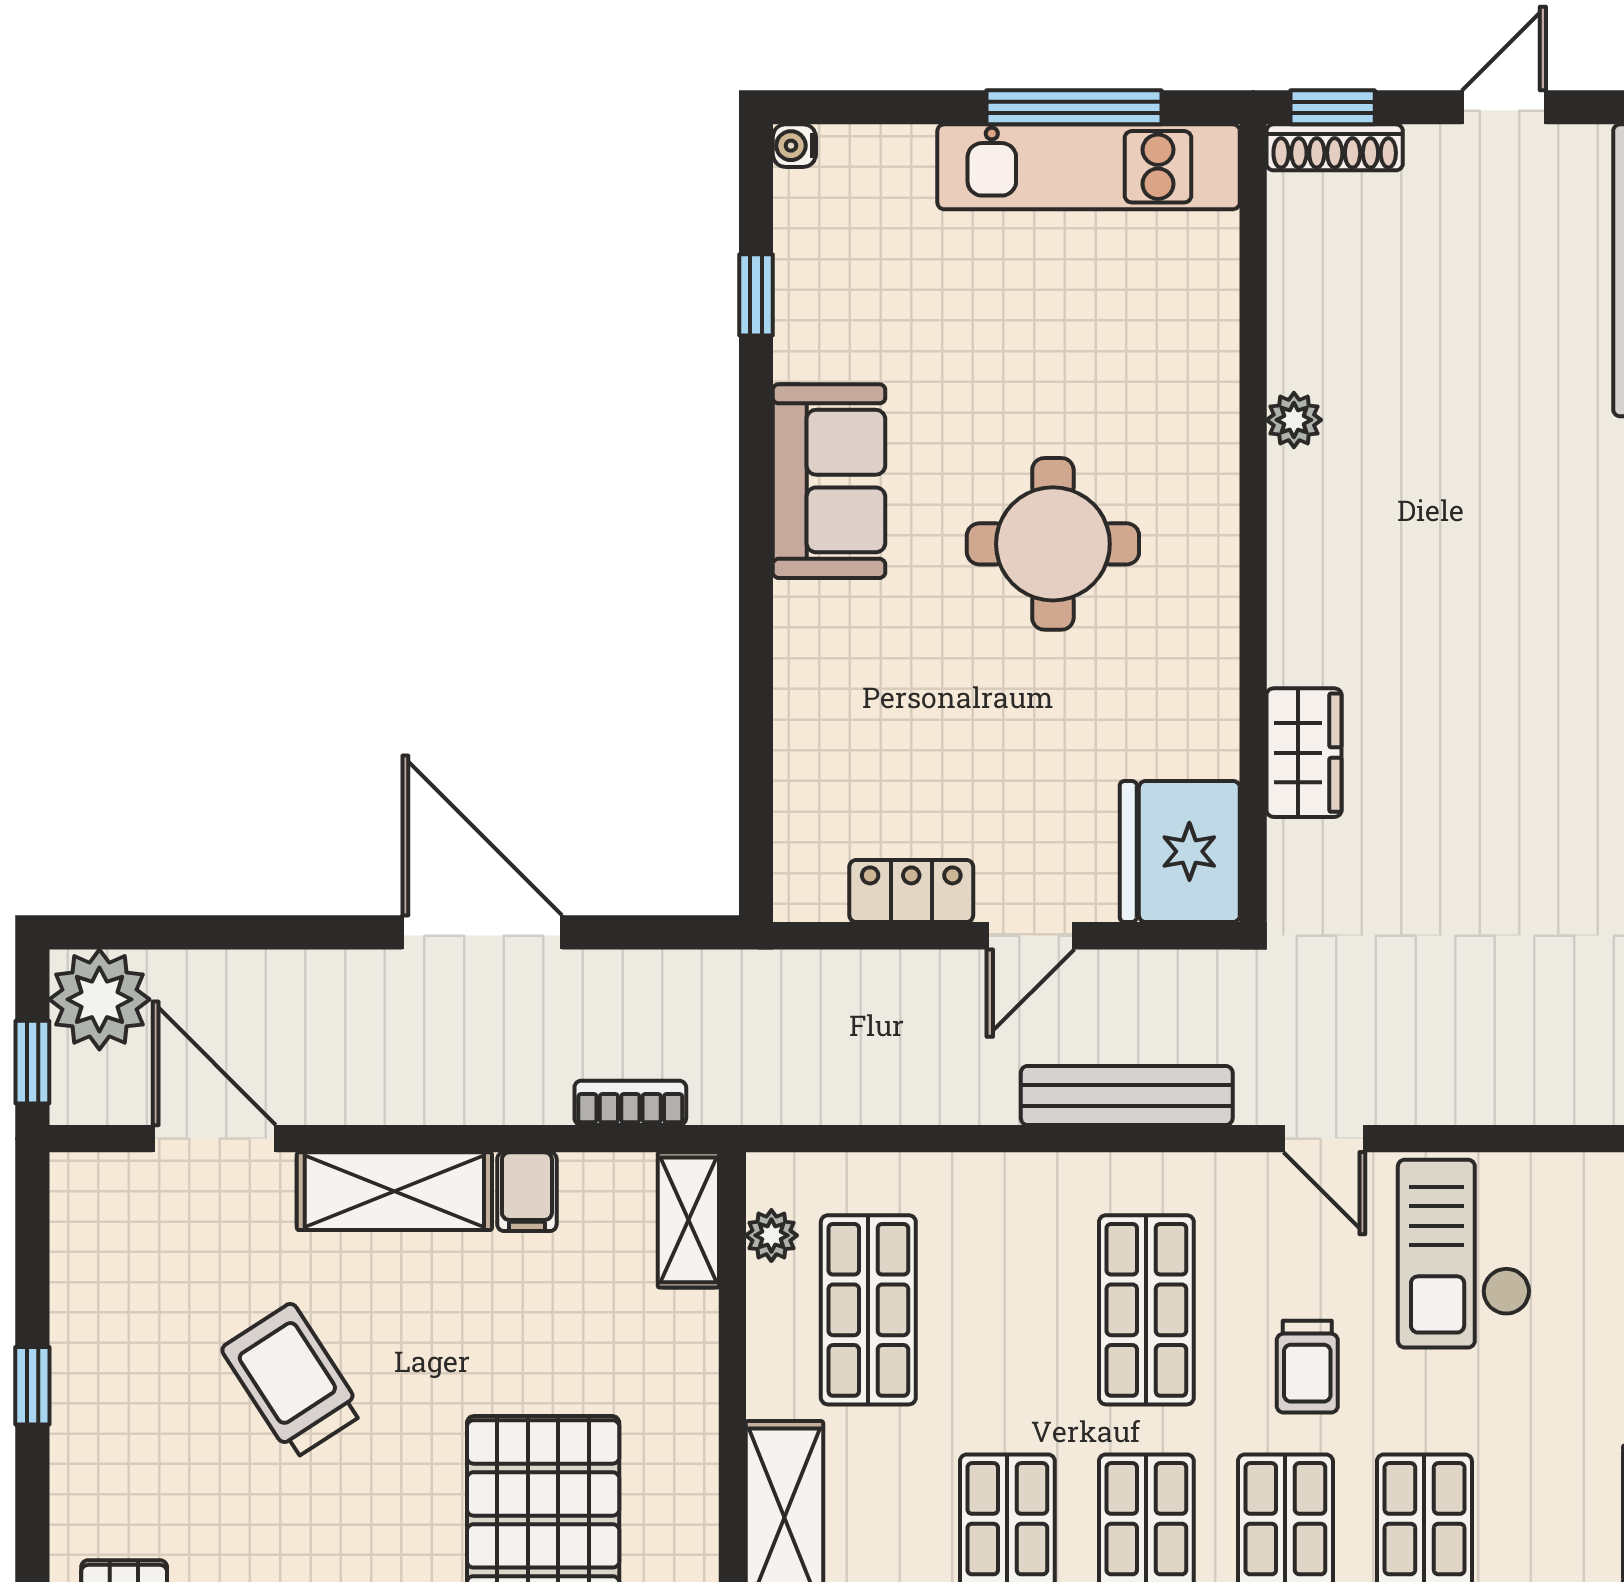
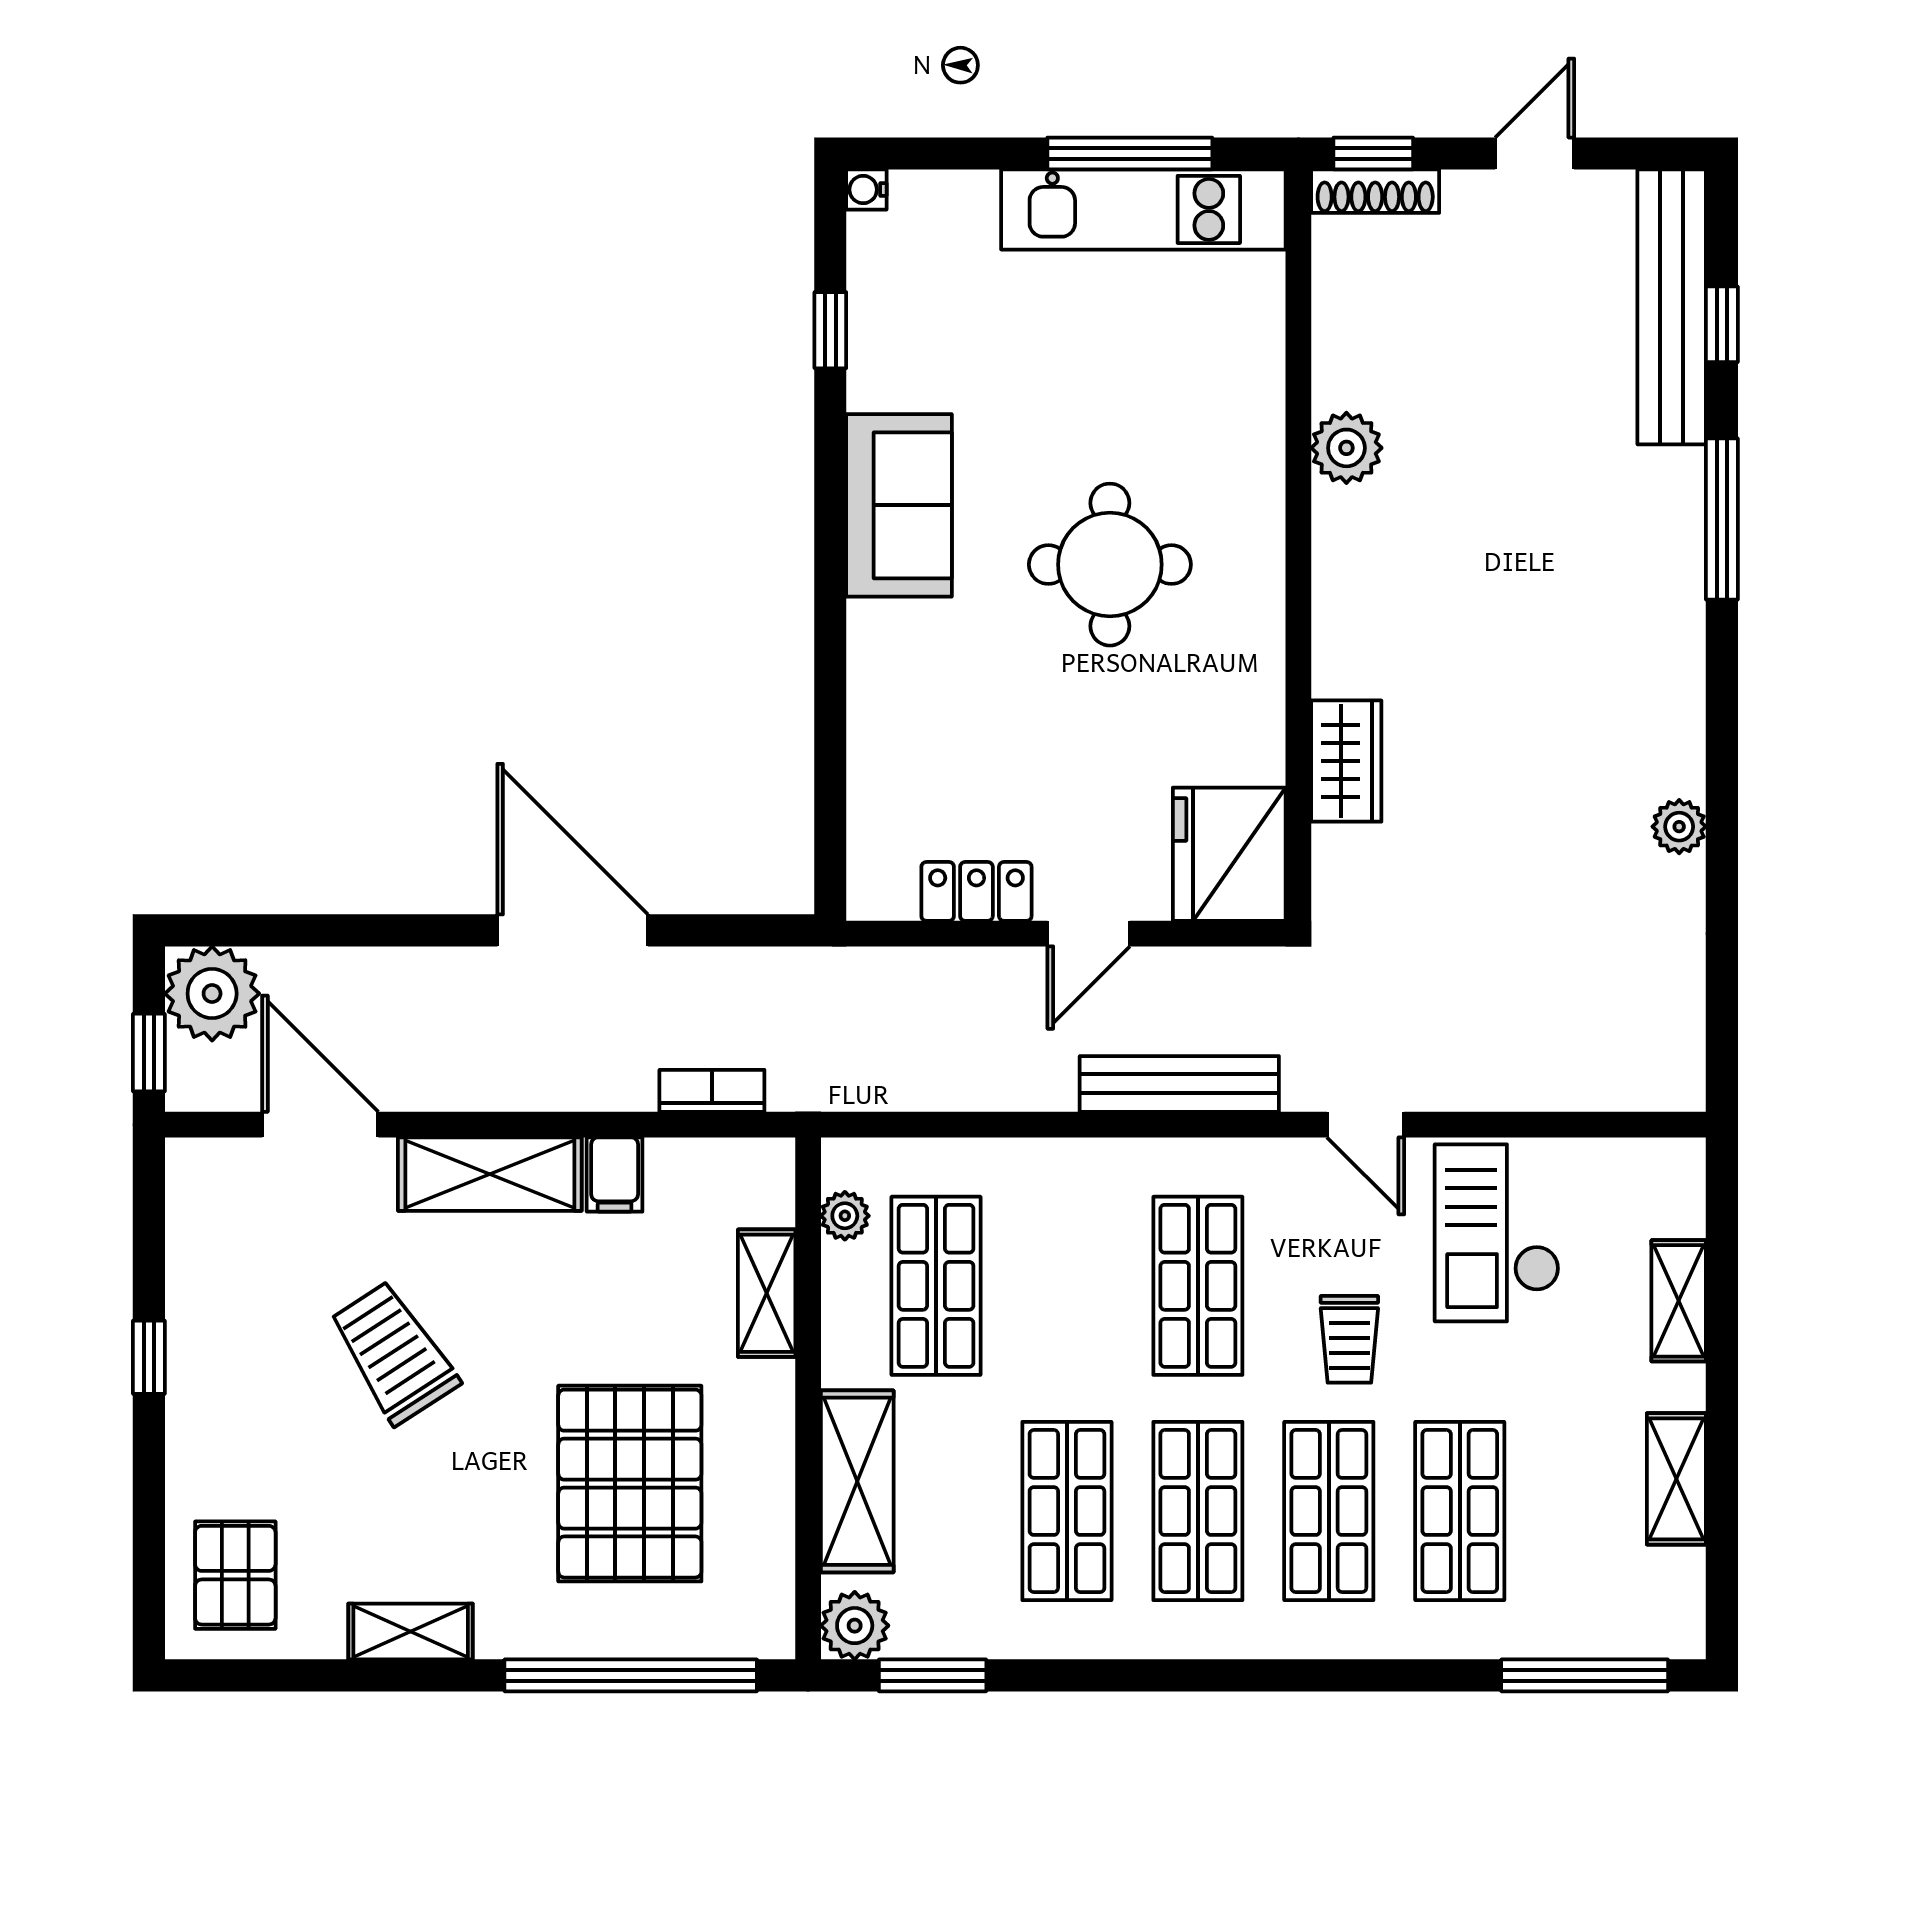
plant: (1294, 420) -> (1346, 448), width x1.38, depth x1.38
shelving: (688, 1220) -> (767, 1293), moved

